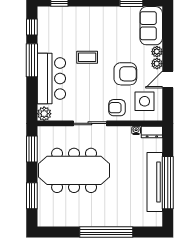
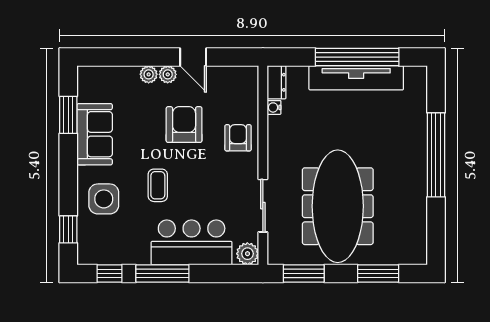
sofa: (151, 26) -> (95, 134), moved, turned -90
side table: (145, 101) -> (104, 199), moved
armchair: (117, 108) -> (238, 138), turned 180
sliding door: (90, 123) -> (263, 206), moved

